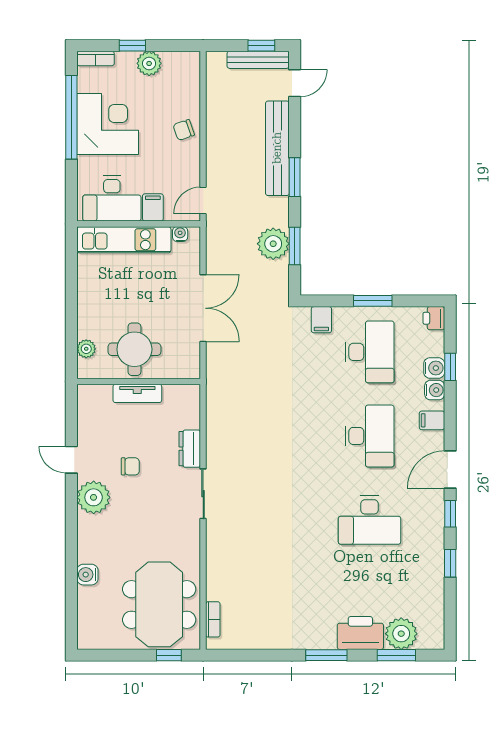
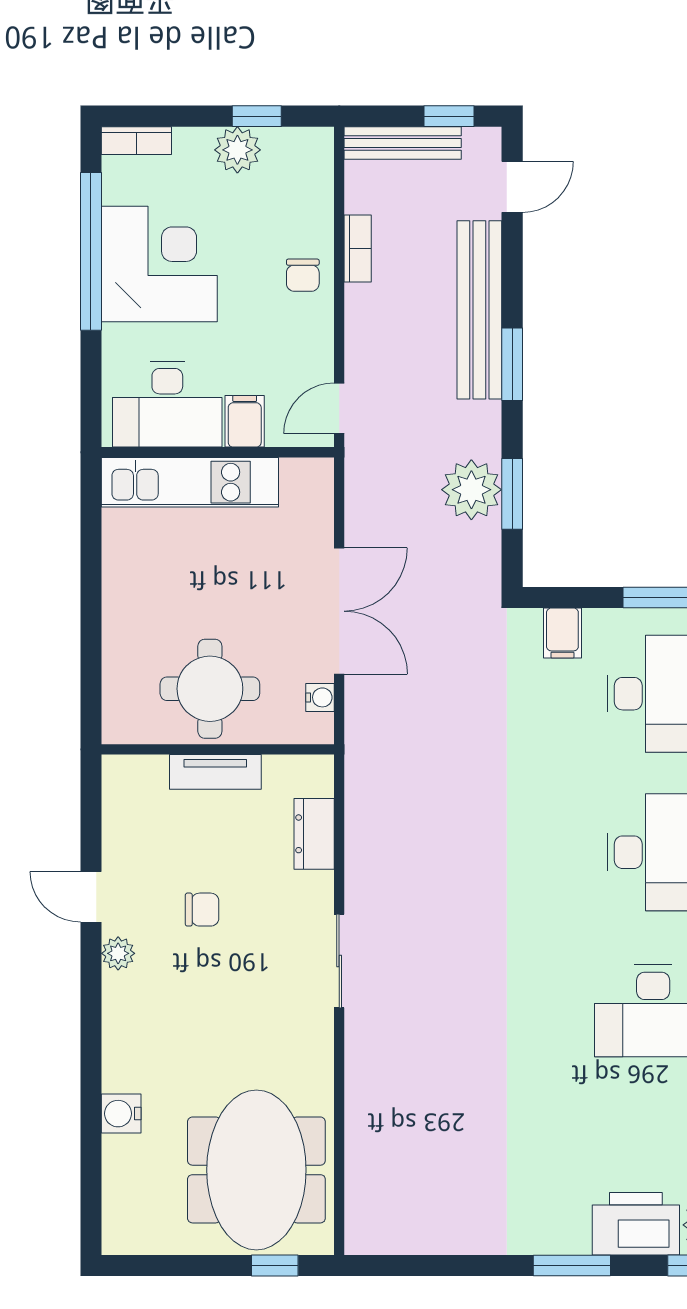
window: (132, 46) -> (257, 116), moved
bench: (258, 60) -> (403, 143), moved
chair: (184, 130) -> (303, 275), turned -71
water cooler: (180, 234) -> (320, 697), moved, turned 90
plant: (86, 349) -> (119, 688), removed
dresser: (190, 449) -> (314, 834), moved
plant: (94, 497) -> (118, 953), width x0.53, depth x0.53
bookcase: (213, 619) -> (358, 248), moved

